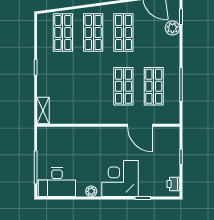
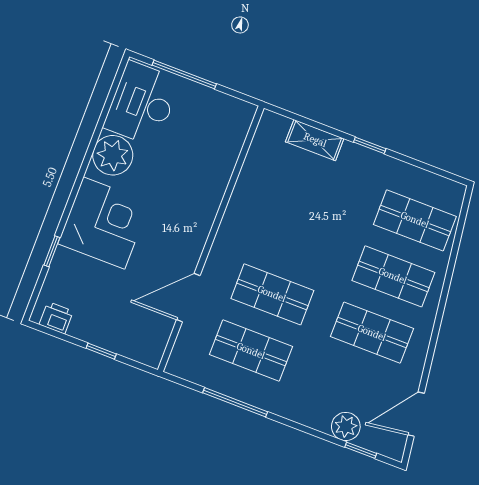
shelving: (43, 110) -> (315, 140), moved
plant: (91, 191) -> (113, 155), width x1.87, depth x1.87

